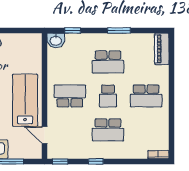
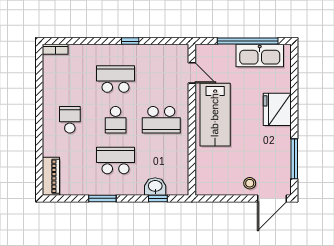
washbasin: (56, 40) -> (155, 186), moved
school desk: (108, 96) -> (116, 120), turned 180
school desk: (146, 96) -> (70, 120), width x0.54
window: (60, 161) -> (173, 41), removed

